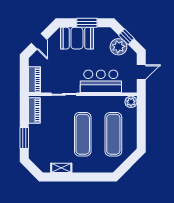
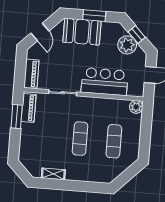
exercise mat: (83, 134) -> (80, 139), width x0.73, depth x0.69
exercise mat: (113, 134) -> (114, 141), width x0.73, depth x0.69
window: (24, 138) -> (17, 116), moved

